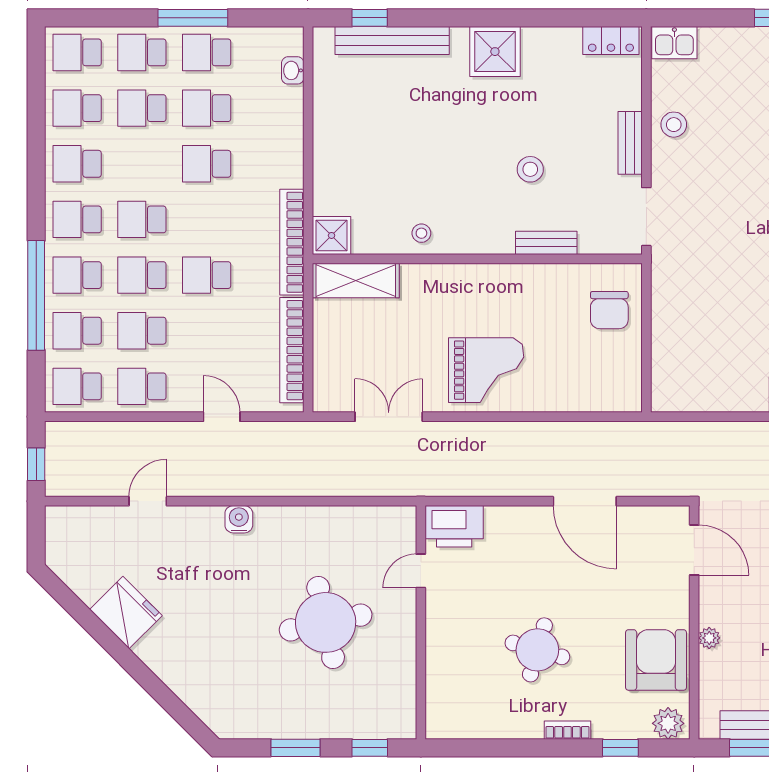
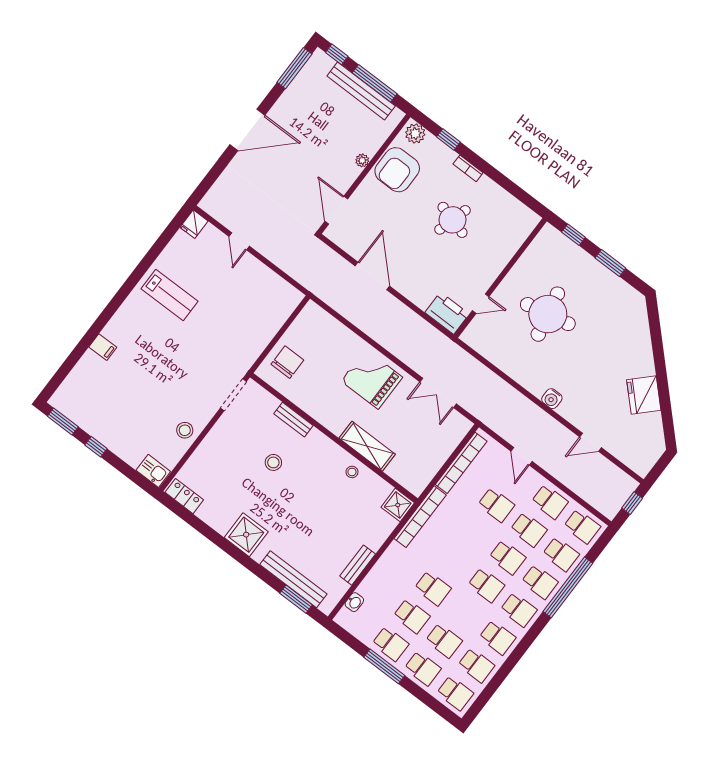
window: (370, 18) -> (296, 599), width x1.50
bench: (630, 143) -> (358, 565), moved
school desk: (207, 275) -> (496, 505), moved
shelving: (356, 280) -> (367, 446), moved

